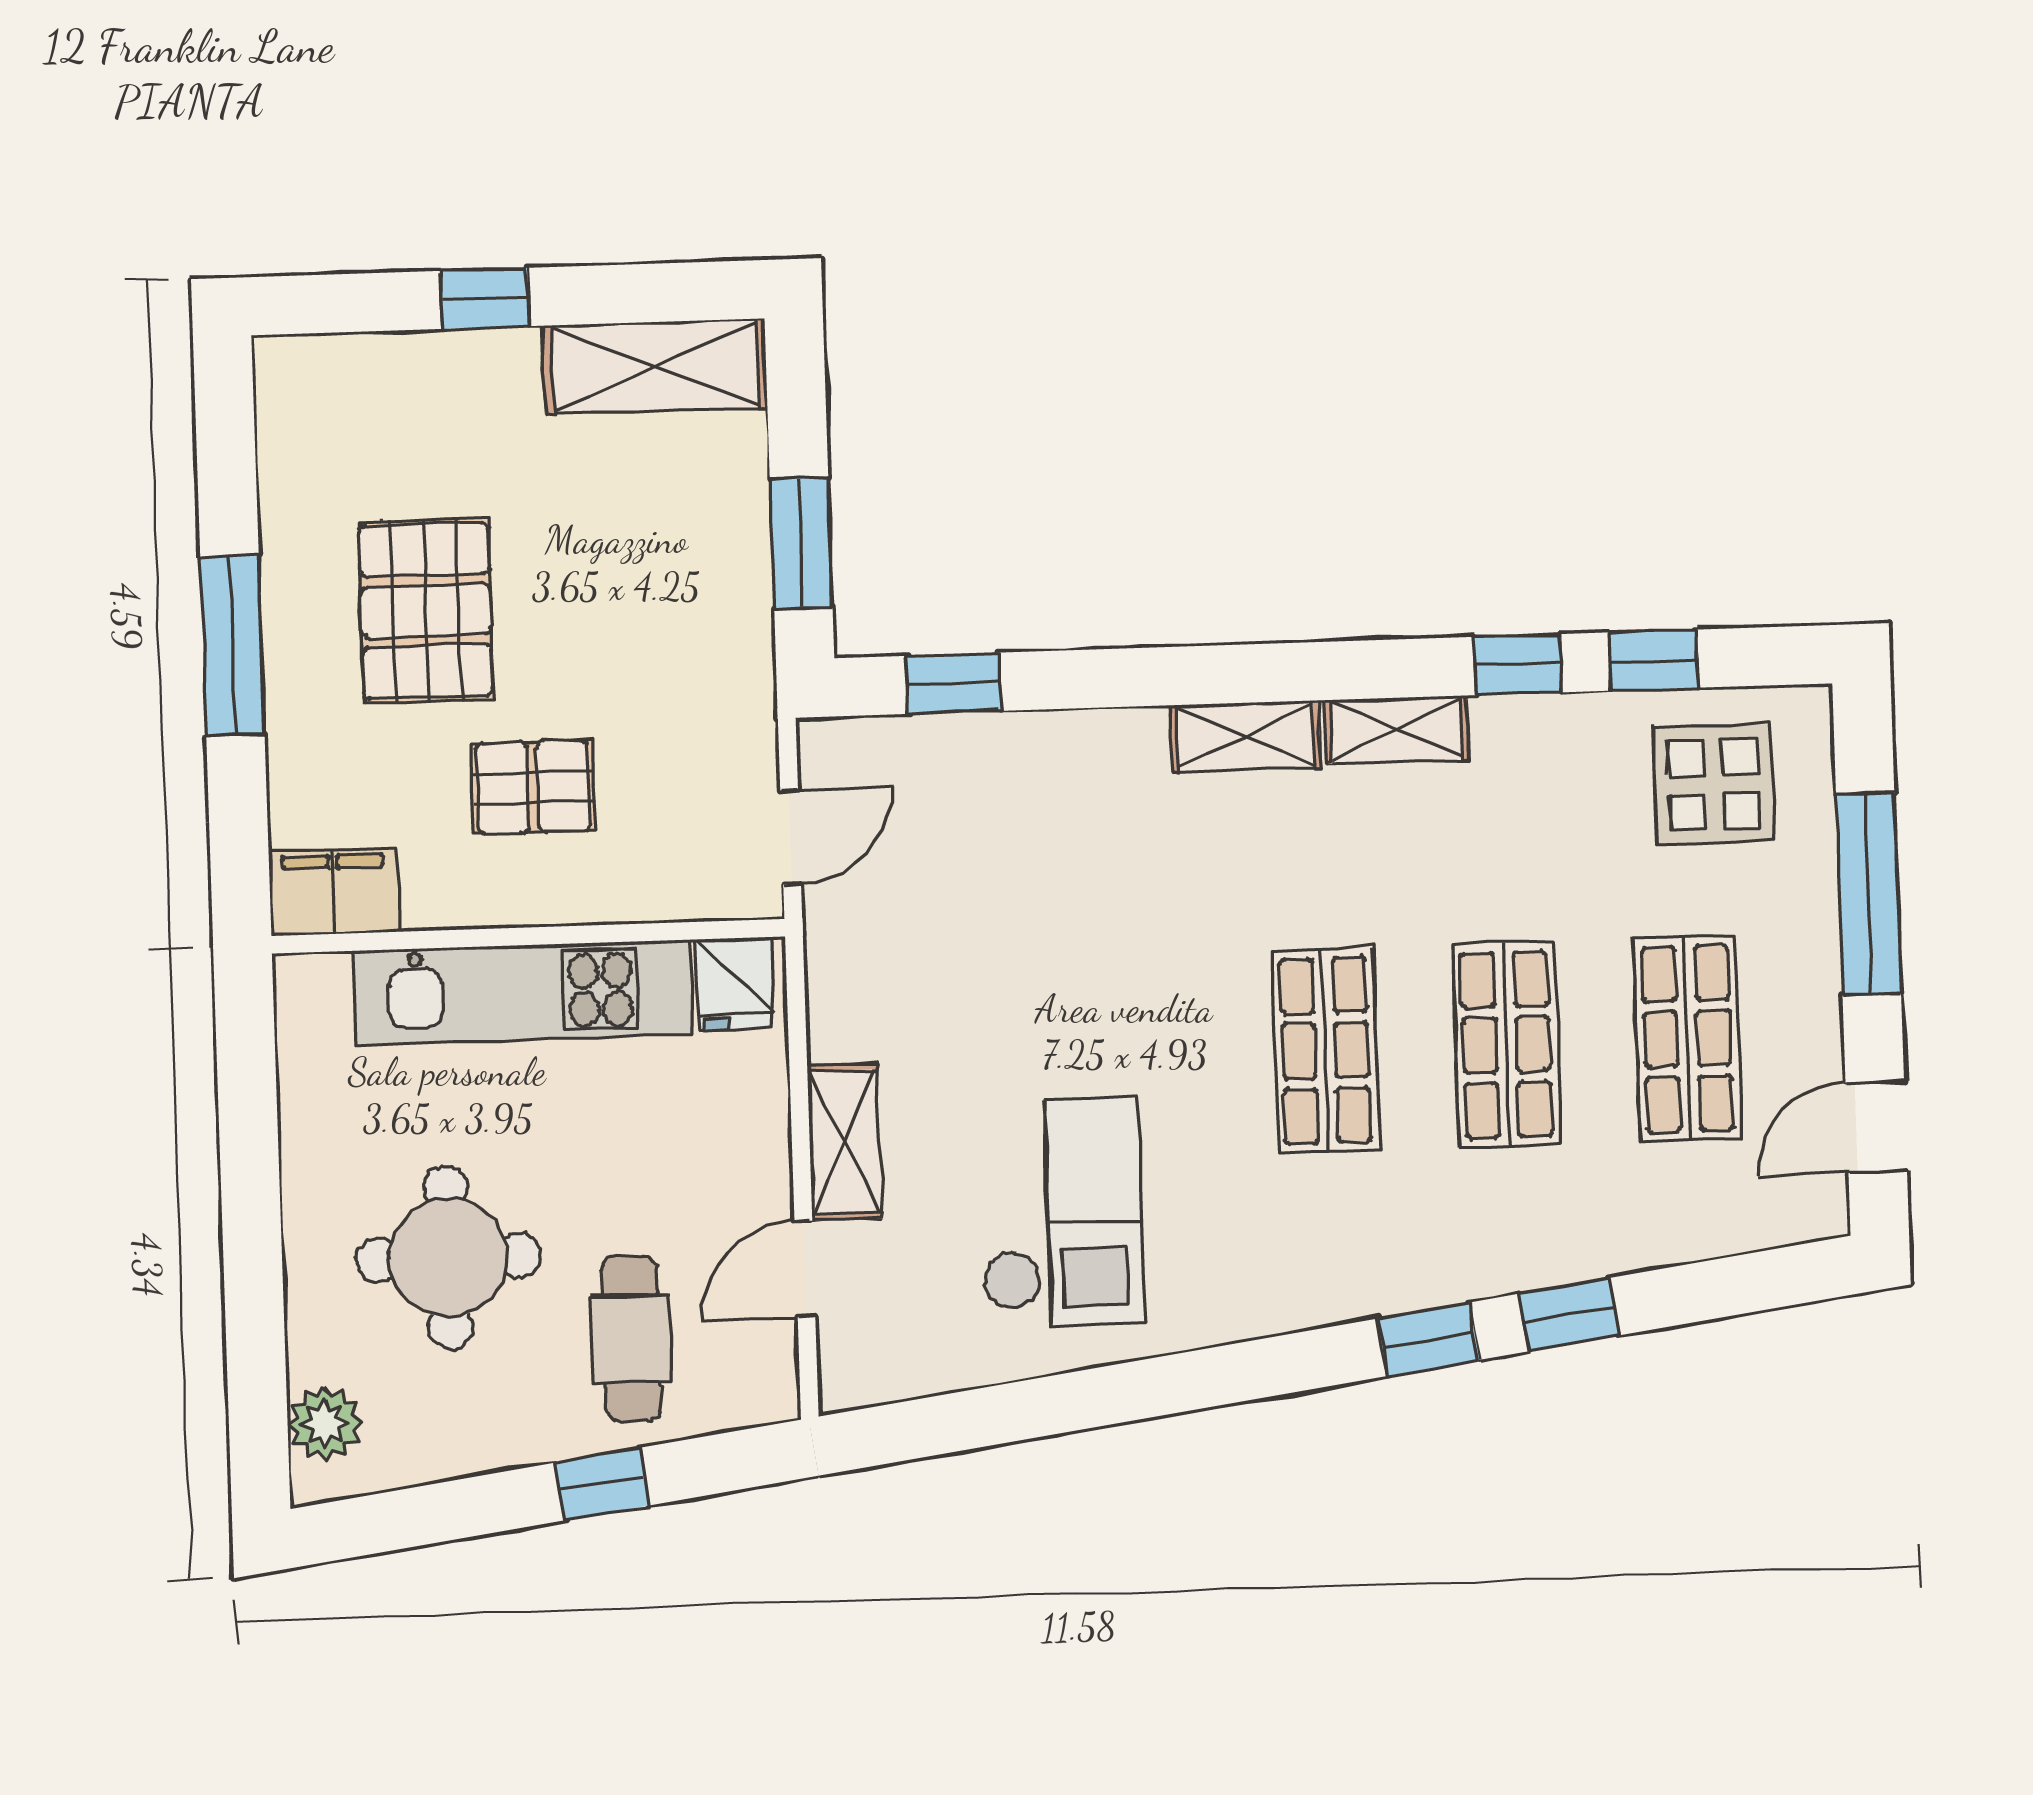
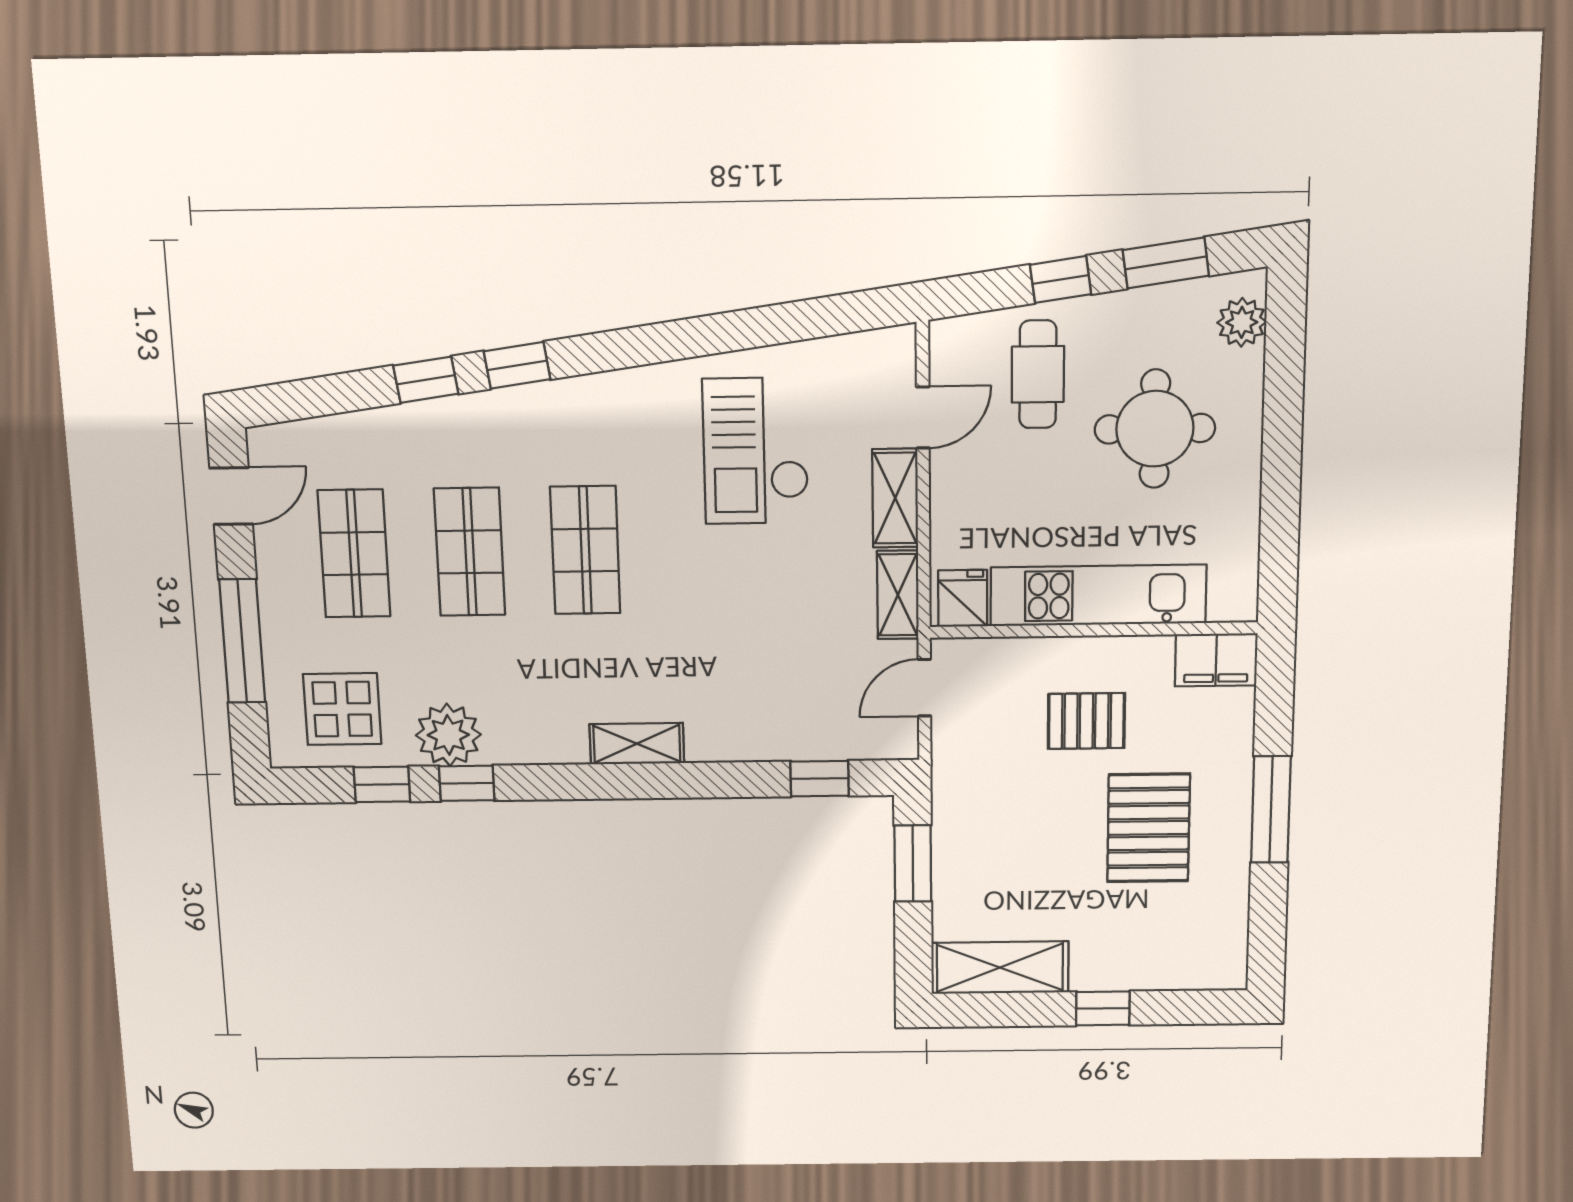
shelving: (1396, 730) -> (898, 595), moved, turned 90
plant: (1546, 745) -> (448, 735), added
window: (445, 1512) -> (1166, 263), added

